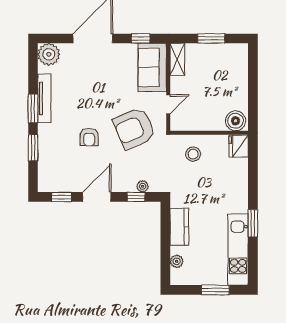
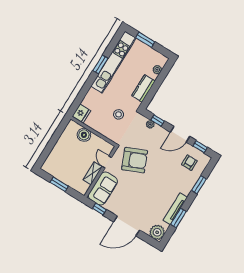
shelving: (177, 59) -> (93, 173), moved
door: (168, 104) -> (107, 162), hinge flipped
window: (33, 109) -> (178, 218), moved
boiler: (236, 121) -> (84, 135), moved
armchair: (89, 137) -> (189, 163), moved
stool: (193, 154) -> (119, 114), moved
kitchen unit: (238, 249) -> (113, 62), width x1.36

